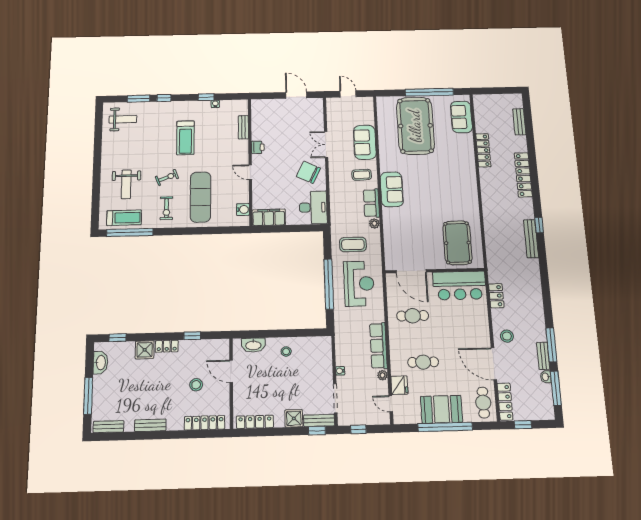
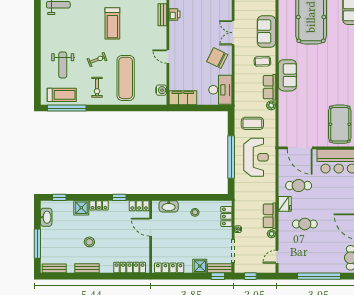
printer: (258, 147) -> (174, 14), moved
locker: (217, 345) -> (139, 206), added
row of seats: (378, 346) -> (270, 216), width x0.68
locker: (325, 355) -> (226, 216), added
stool: (196, 385) -> (89, 242), moved
fridge: (399, 385) -> (285, 204), moved
door: (391, 404) -> (277, 257), hinge flipped
booth: (441, 409) -> (317, 262), removed

